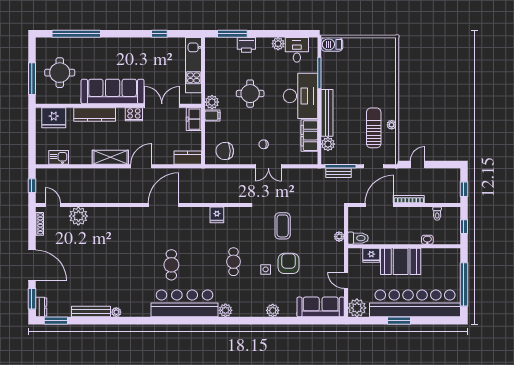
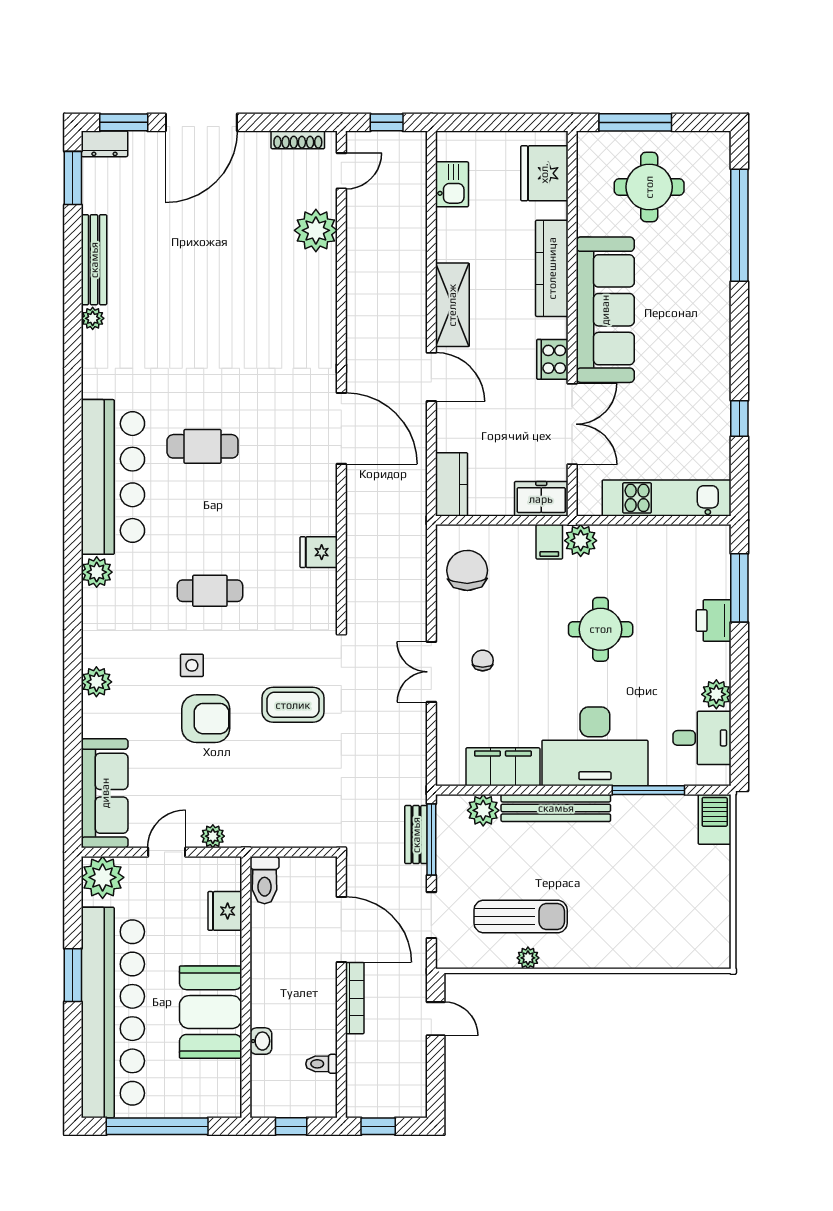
plant: (339, 237) -> (213, 836), moved
booth: (401, 261) -> (211, 1012), moved

